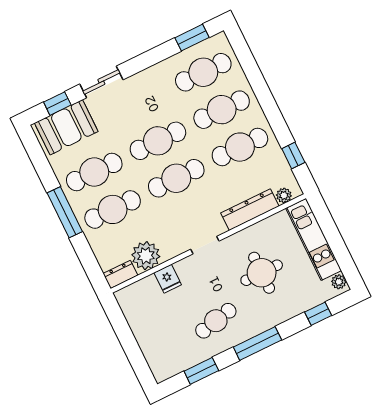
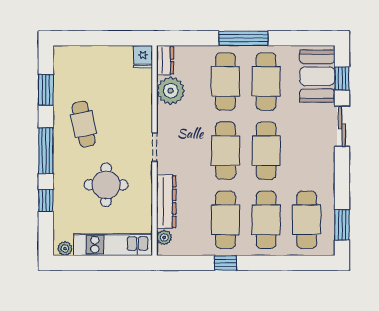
window: (293, 156) -> (225, 263), moved
fridge: (168, 279) -> (143, 57), moved, turned -90
window: (318, 314) -> (46, 200), moved

